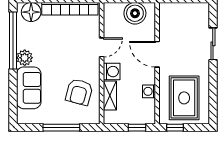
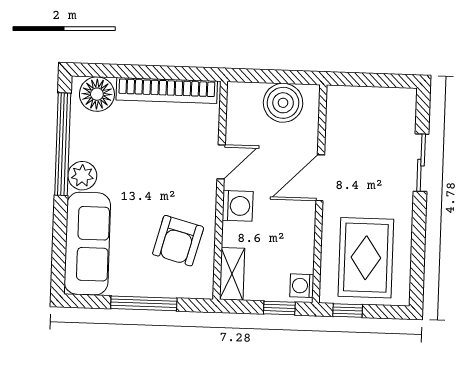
door: (157, 54) -> (320, 178), hinge flipped
sofa: (29, 88) -> (87, 244), width x1.36
washing machine: (149, 91) -> (302, 286), moved
shelving: (110, 96) -> (232, 274), moved

